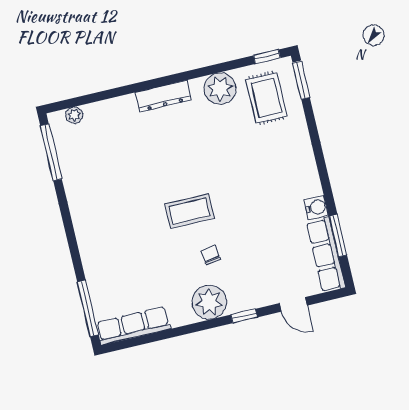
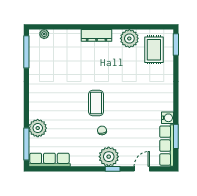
window: (267, 57) -> (160, 27), removed
coffee table: (190, 211) -> (96, 103), turned 90
plant: (101, 277) -> (38, 128), added
plant: (209, 302) -> (109, 157), moved
door: (293, 304) -> (142, 169), swing flipped

